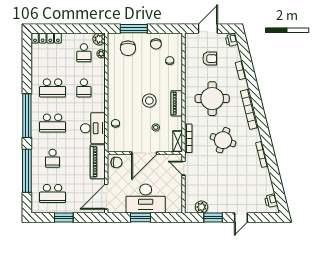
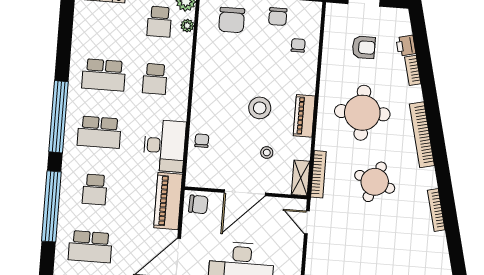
printer: (232, 40) -> (406, 46), moved

